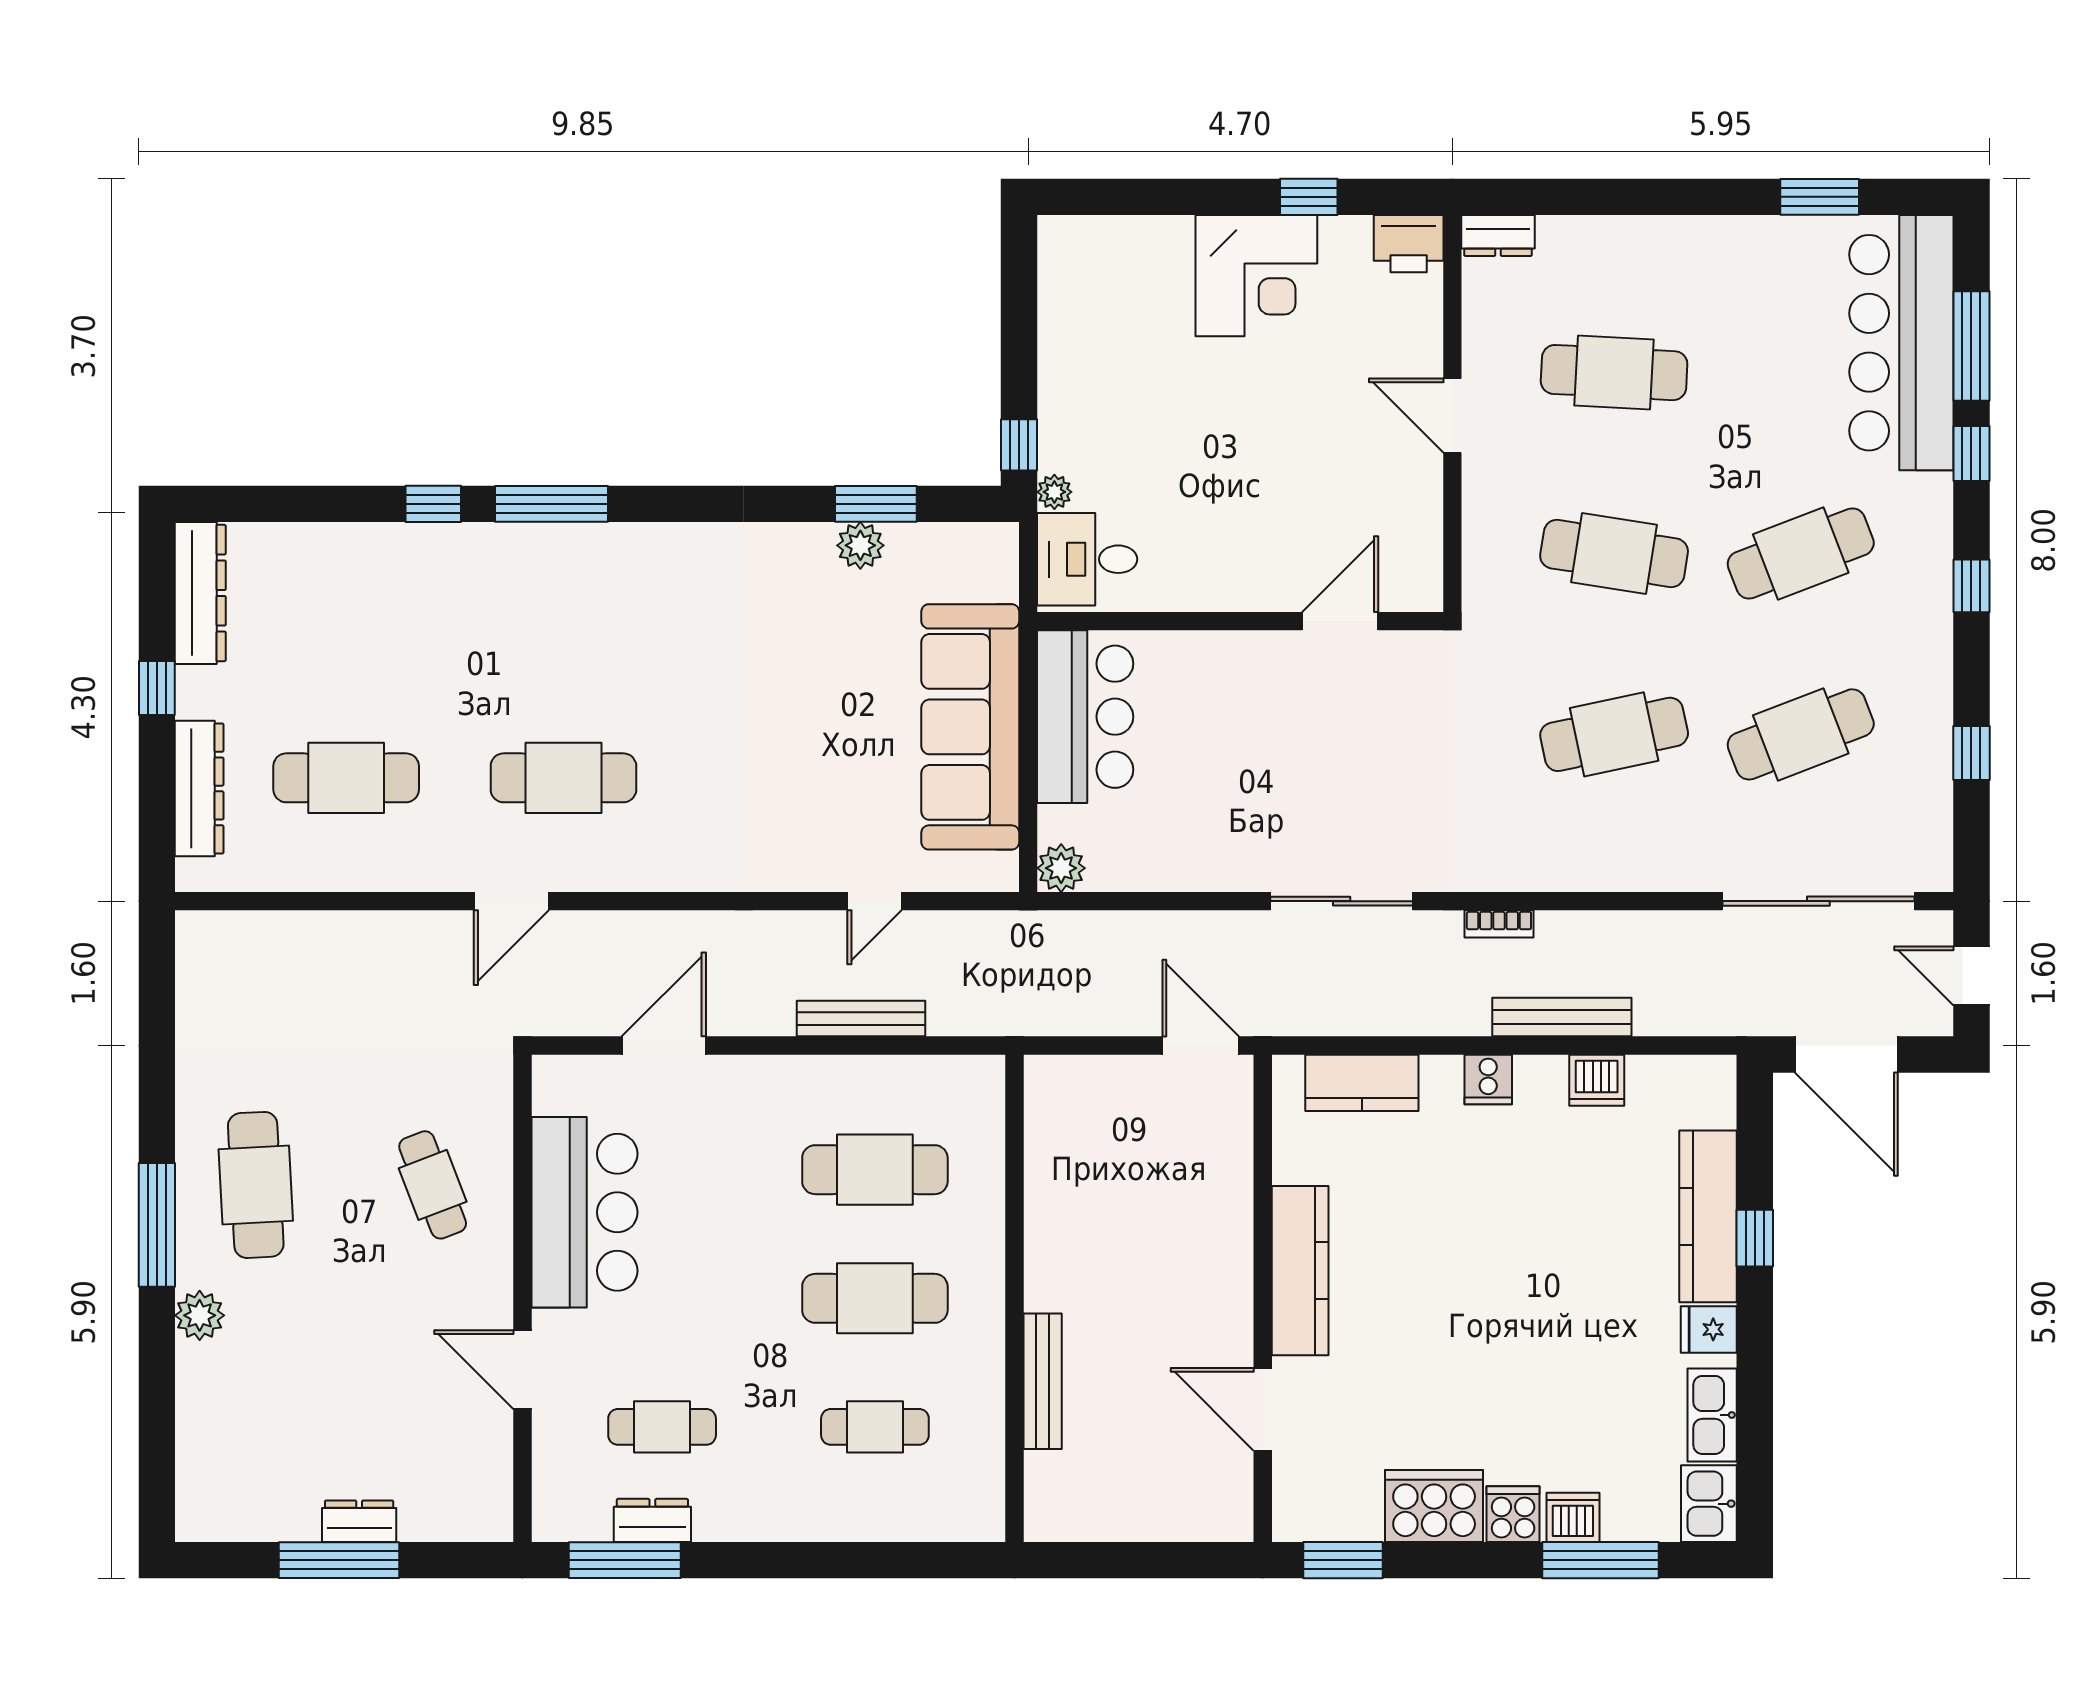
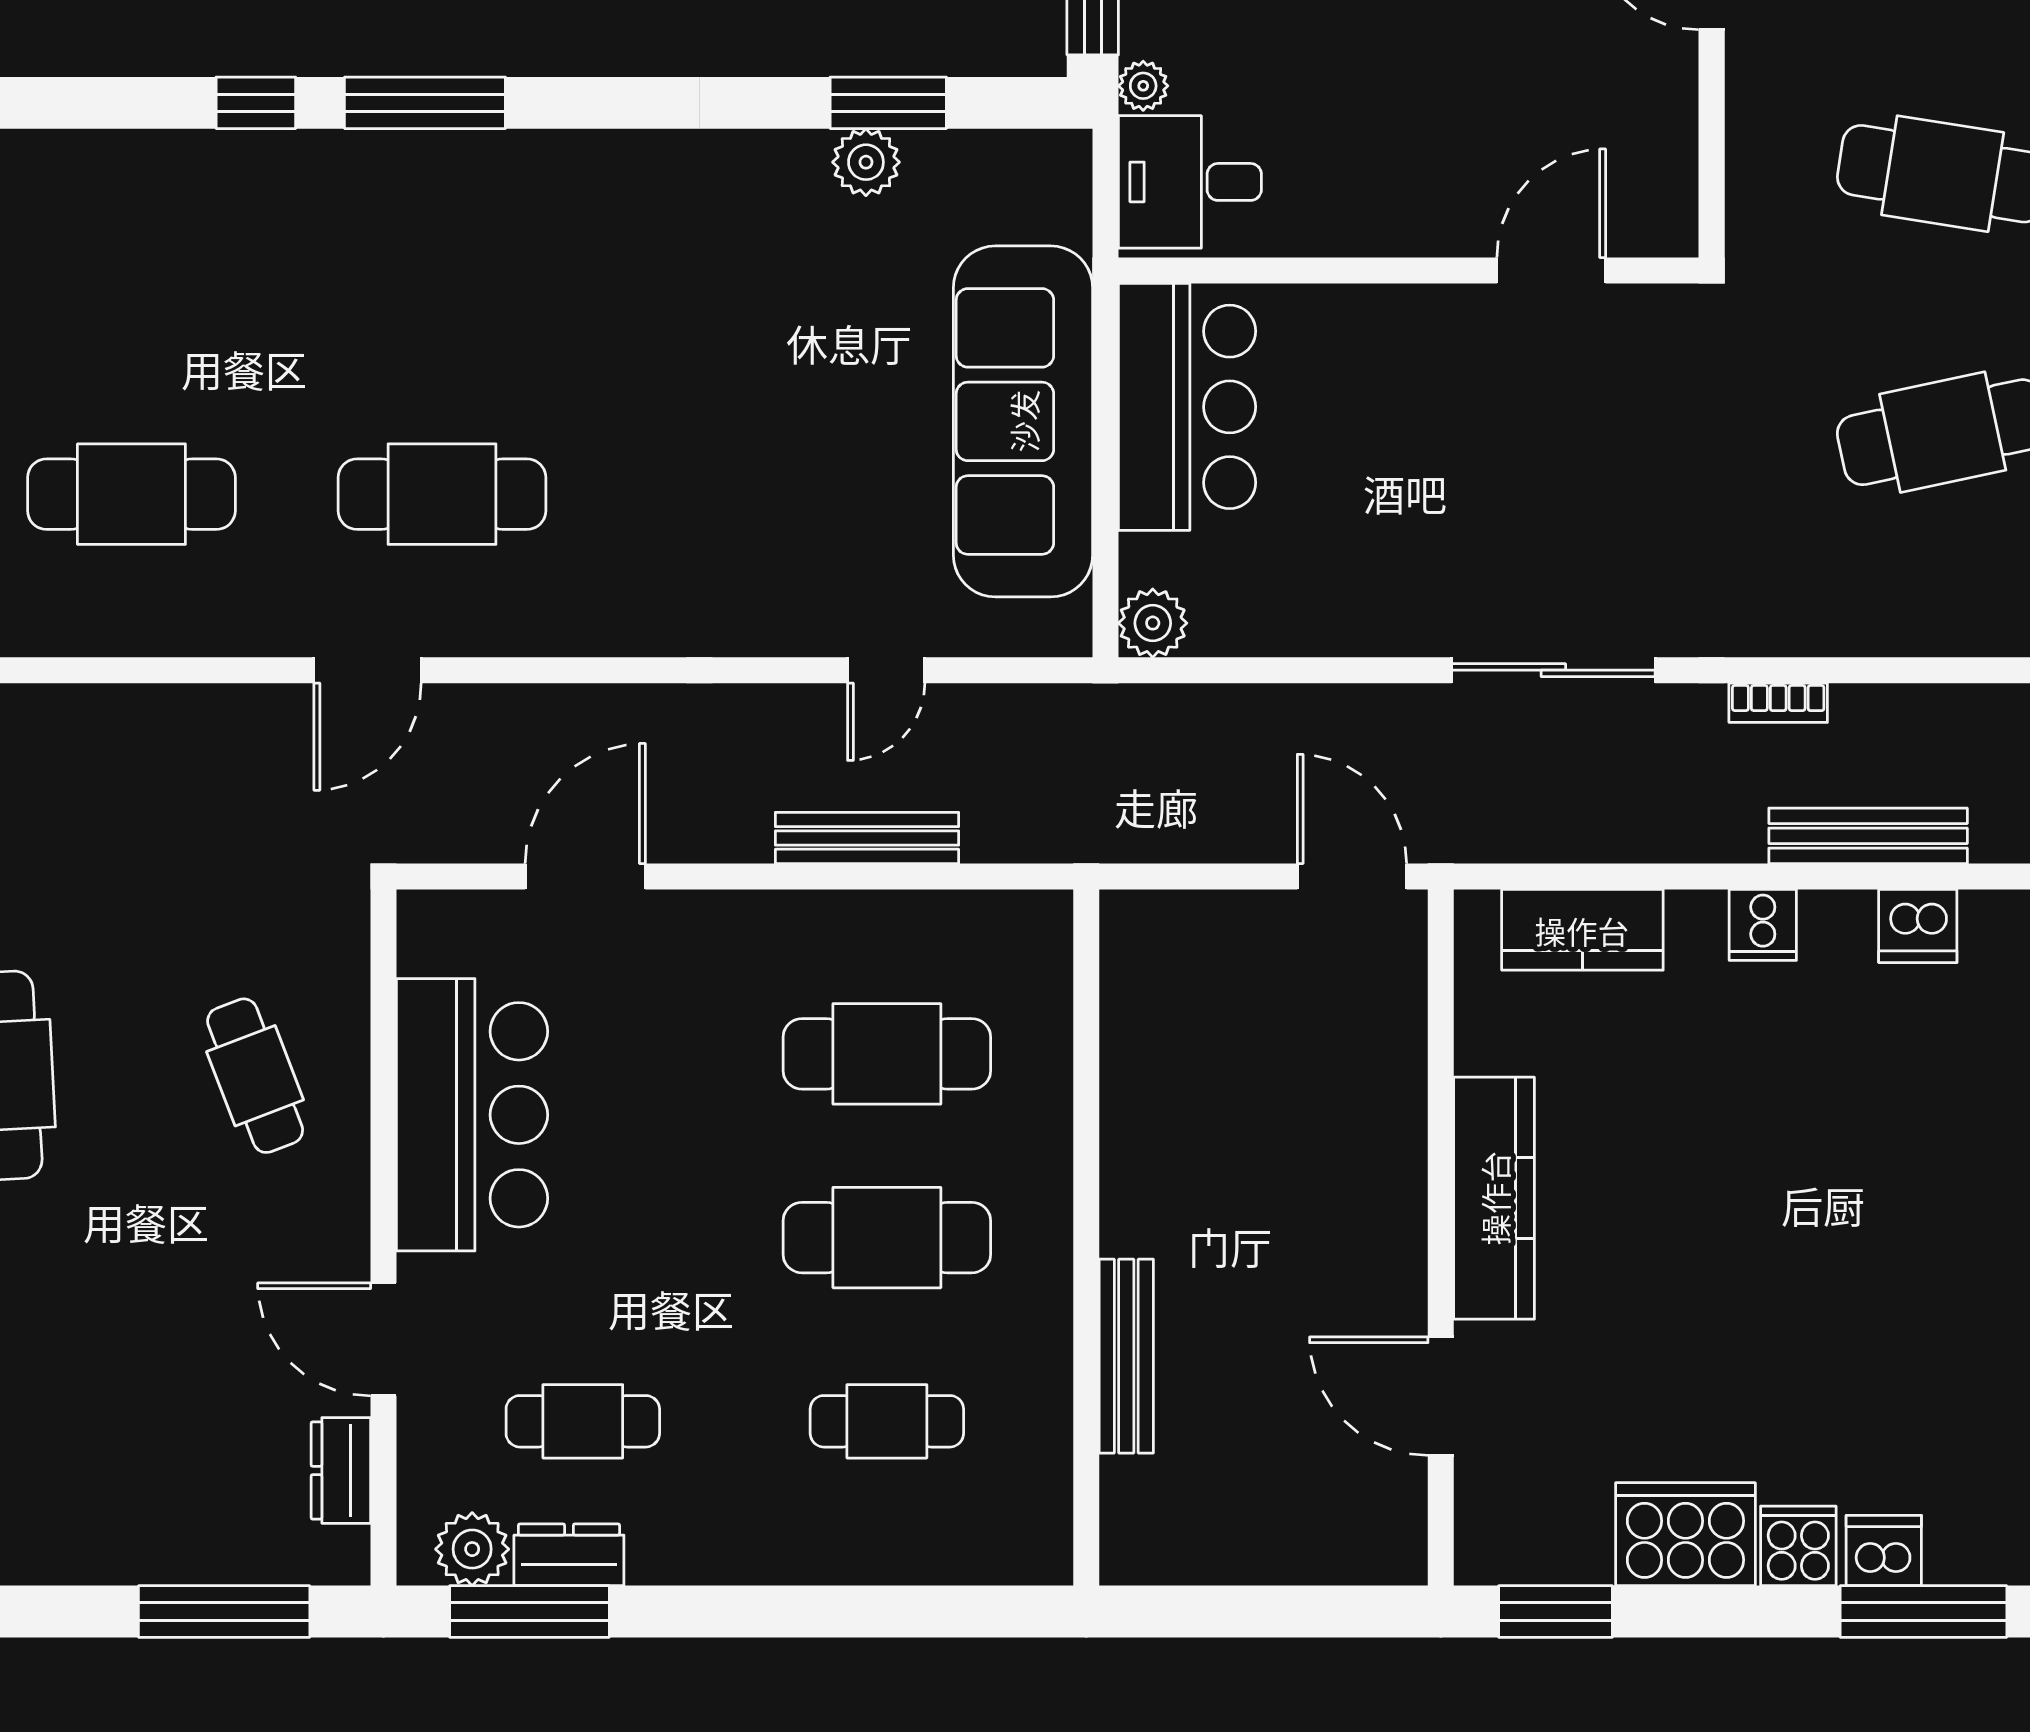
plant: (585, 1516) -> (472, 1549), added
dresser: (359, 1521) -> (341, 1470), moved, turned -90
window: (339, 1560) -> (224, 1612), moved

